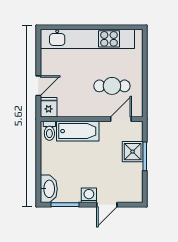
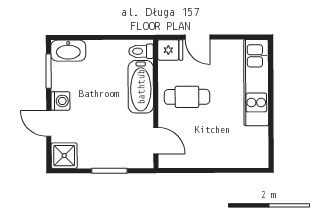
kitchen unit: (87, 39) -> (256, 83), width x0.73
cafe table: (112, 86) -> (187, 97), moved, turned 90
shower: (133, 152) -> (64, 156), moved

